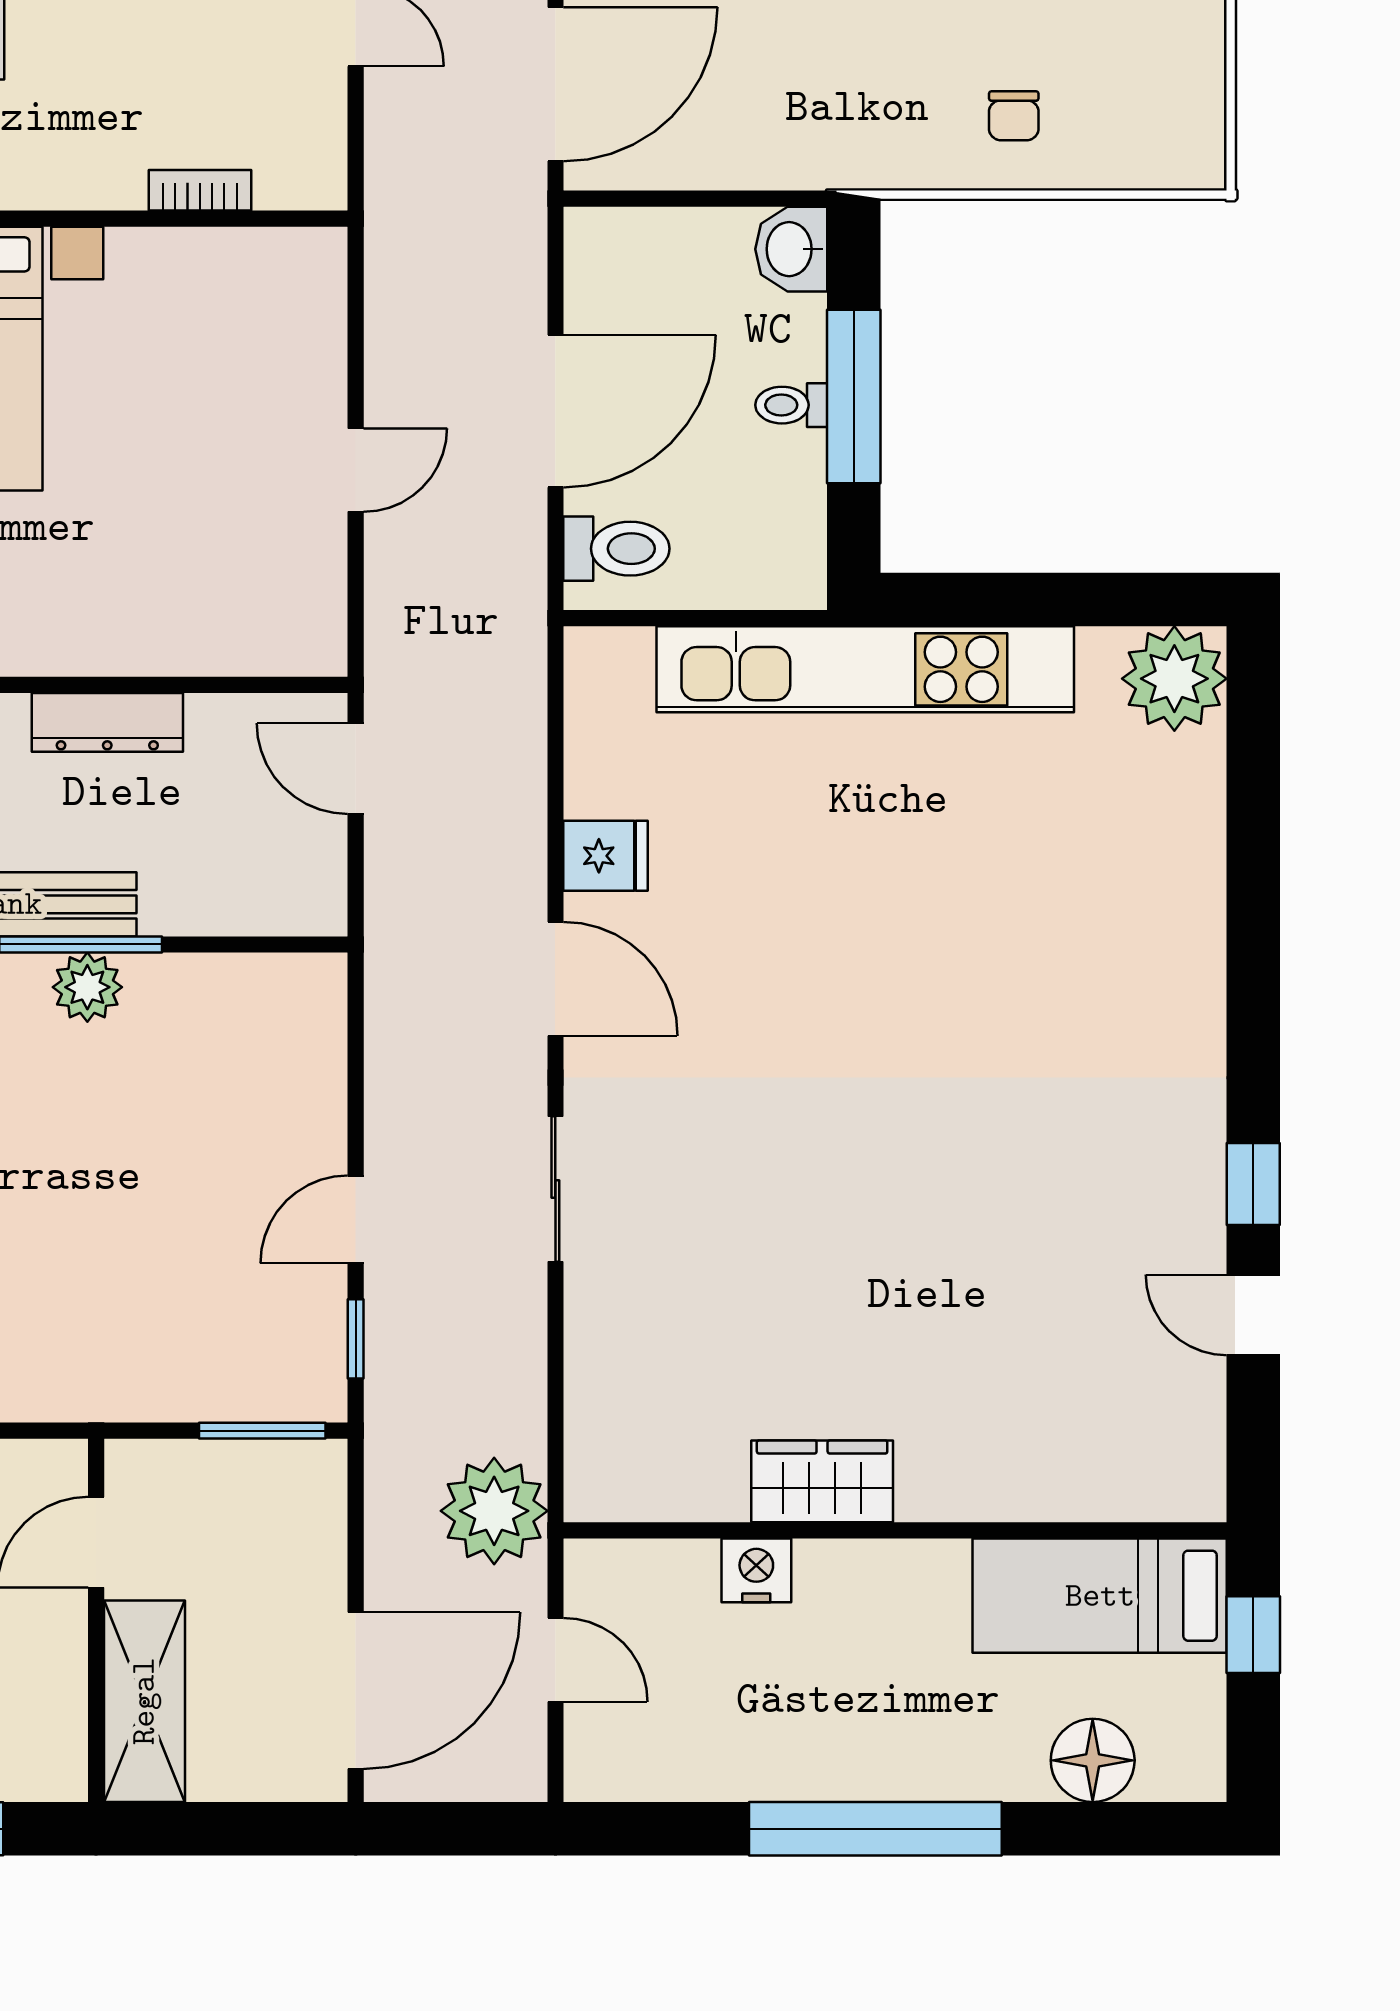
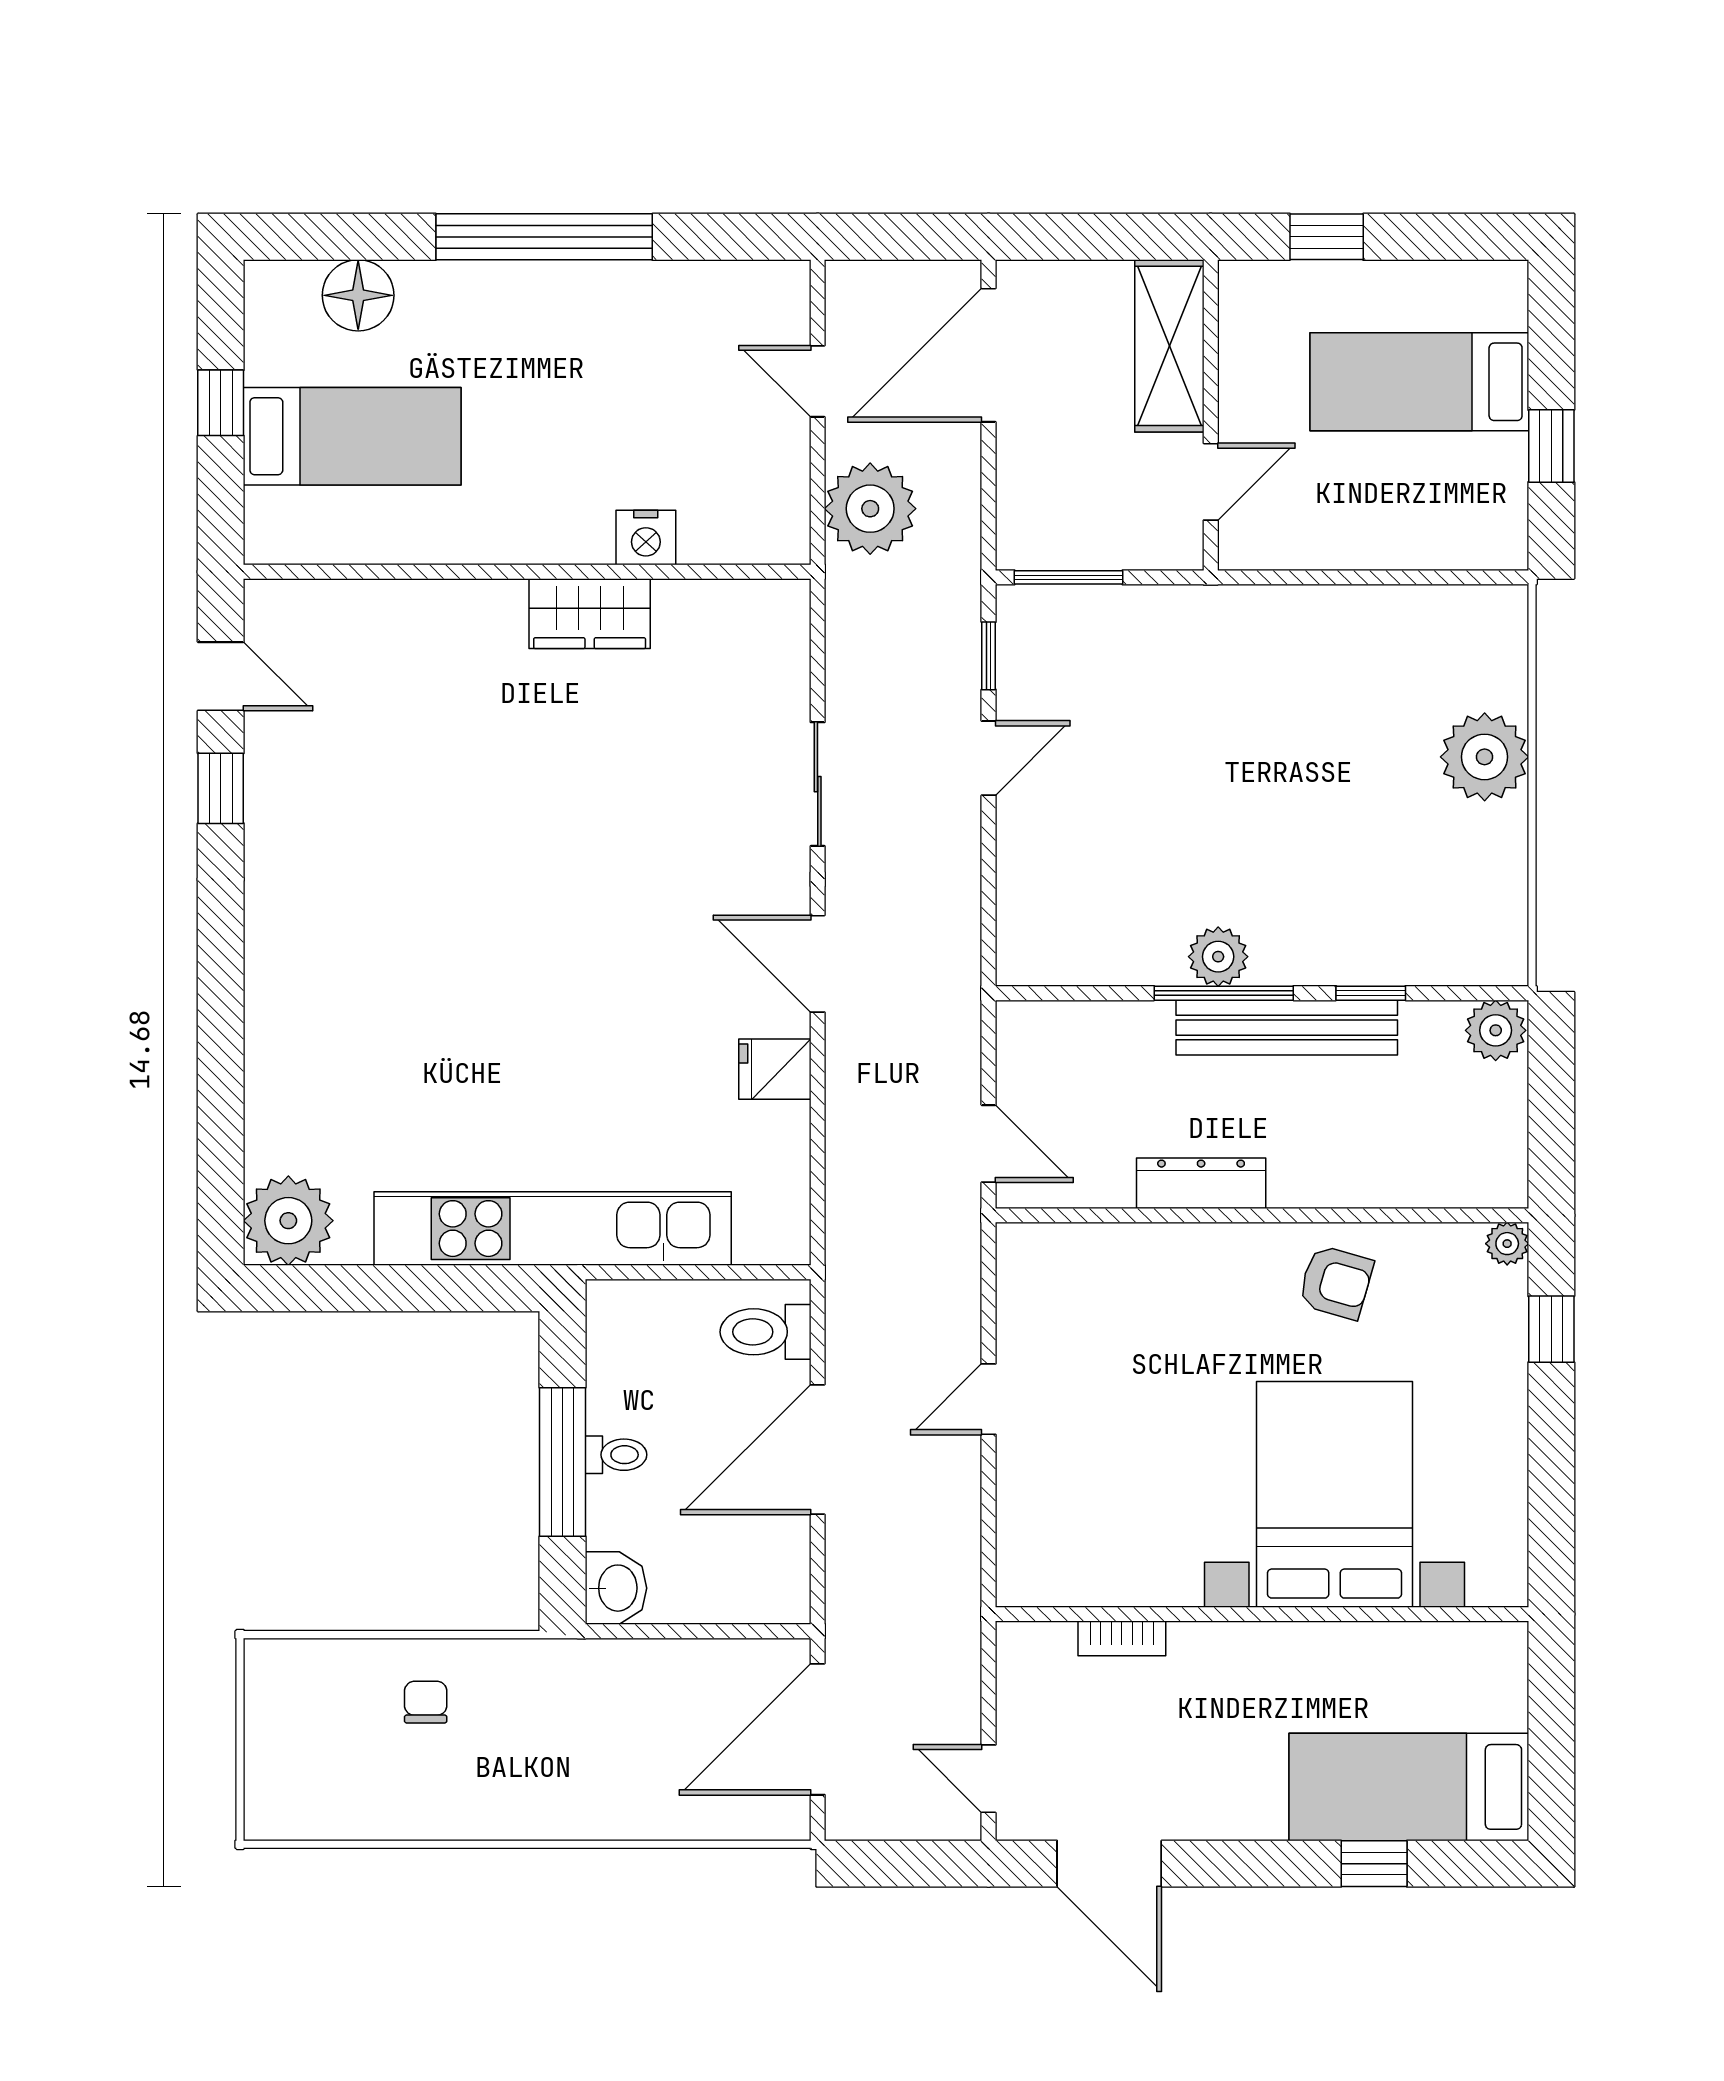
wardrobe: (822, 1481) -> (590, 614), moved
wall: (895, 1530) -> (527, 572), moved
nightstand: (756, 1570) -> (646, 538), moved

